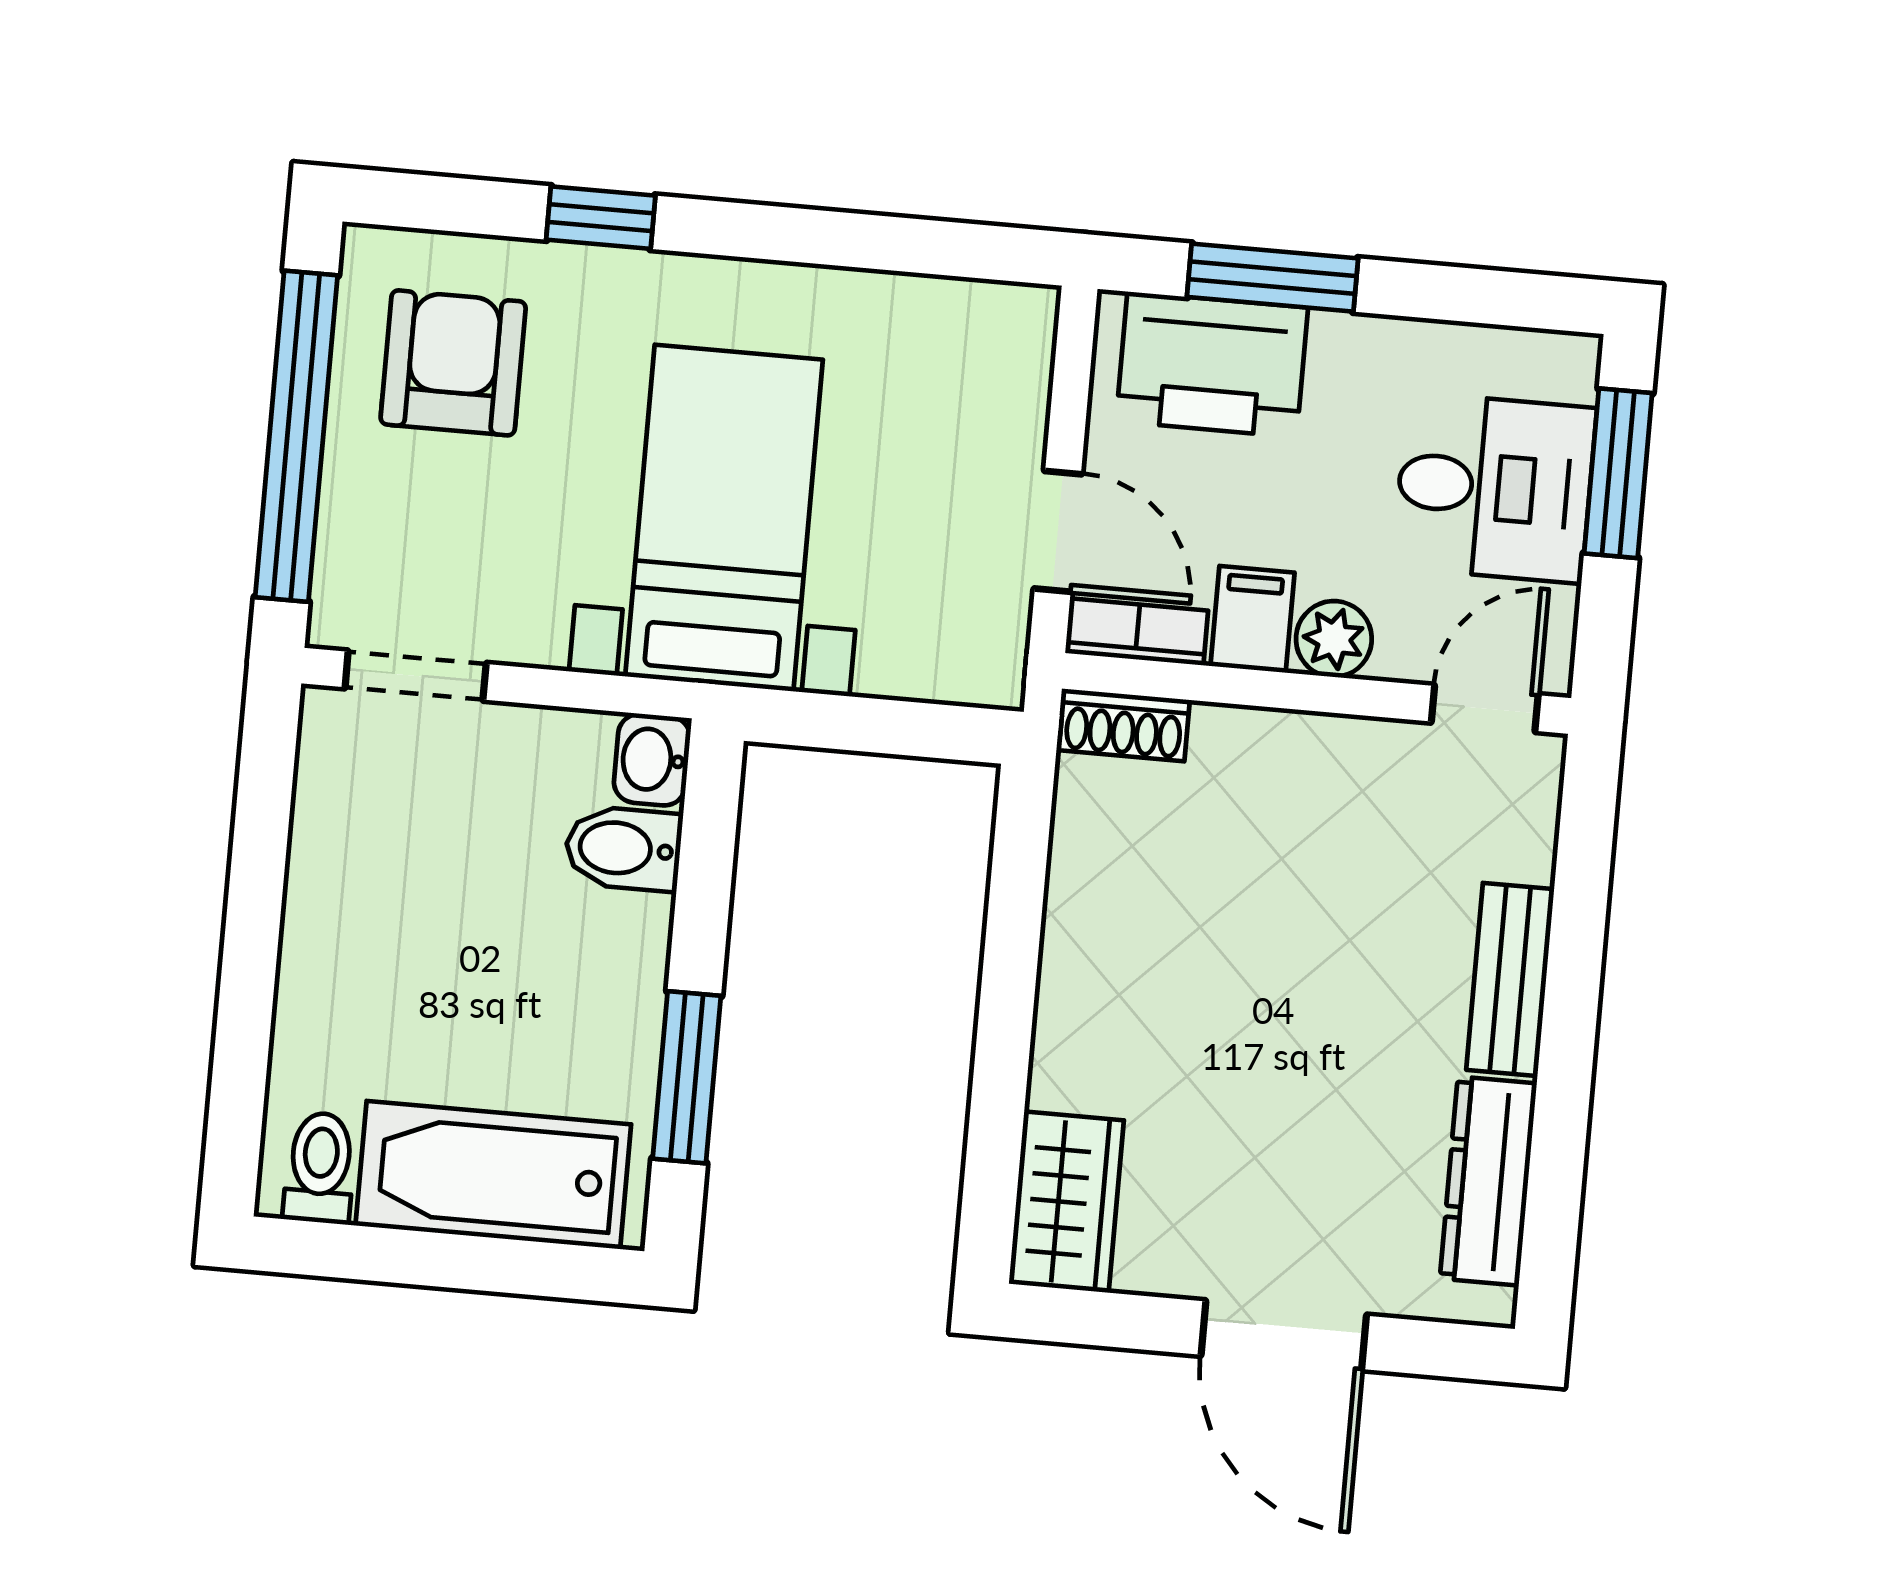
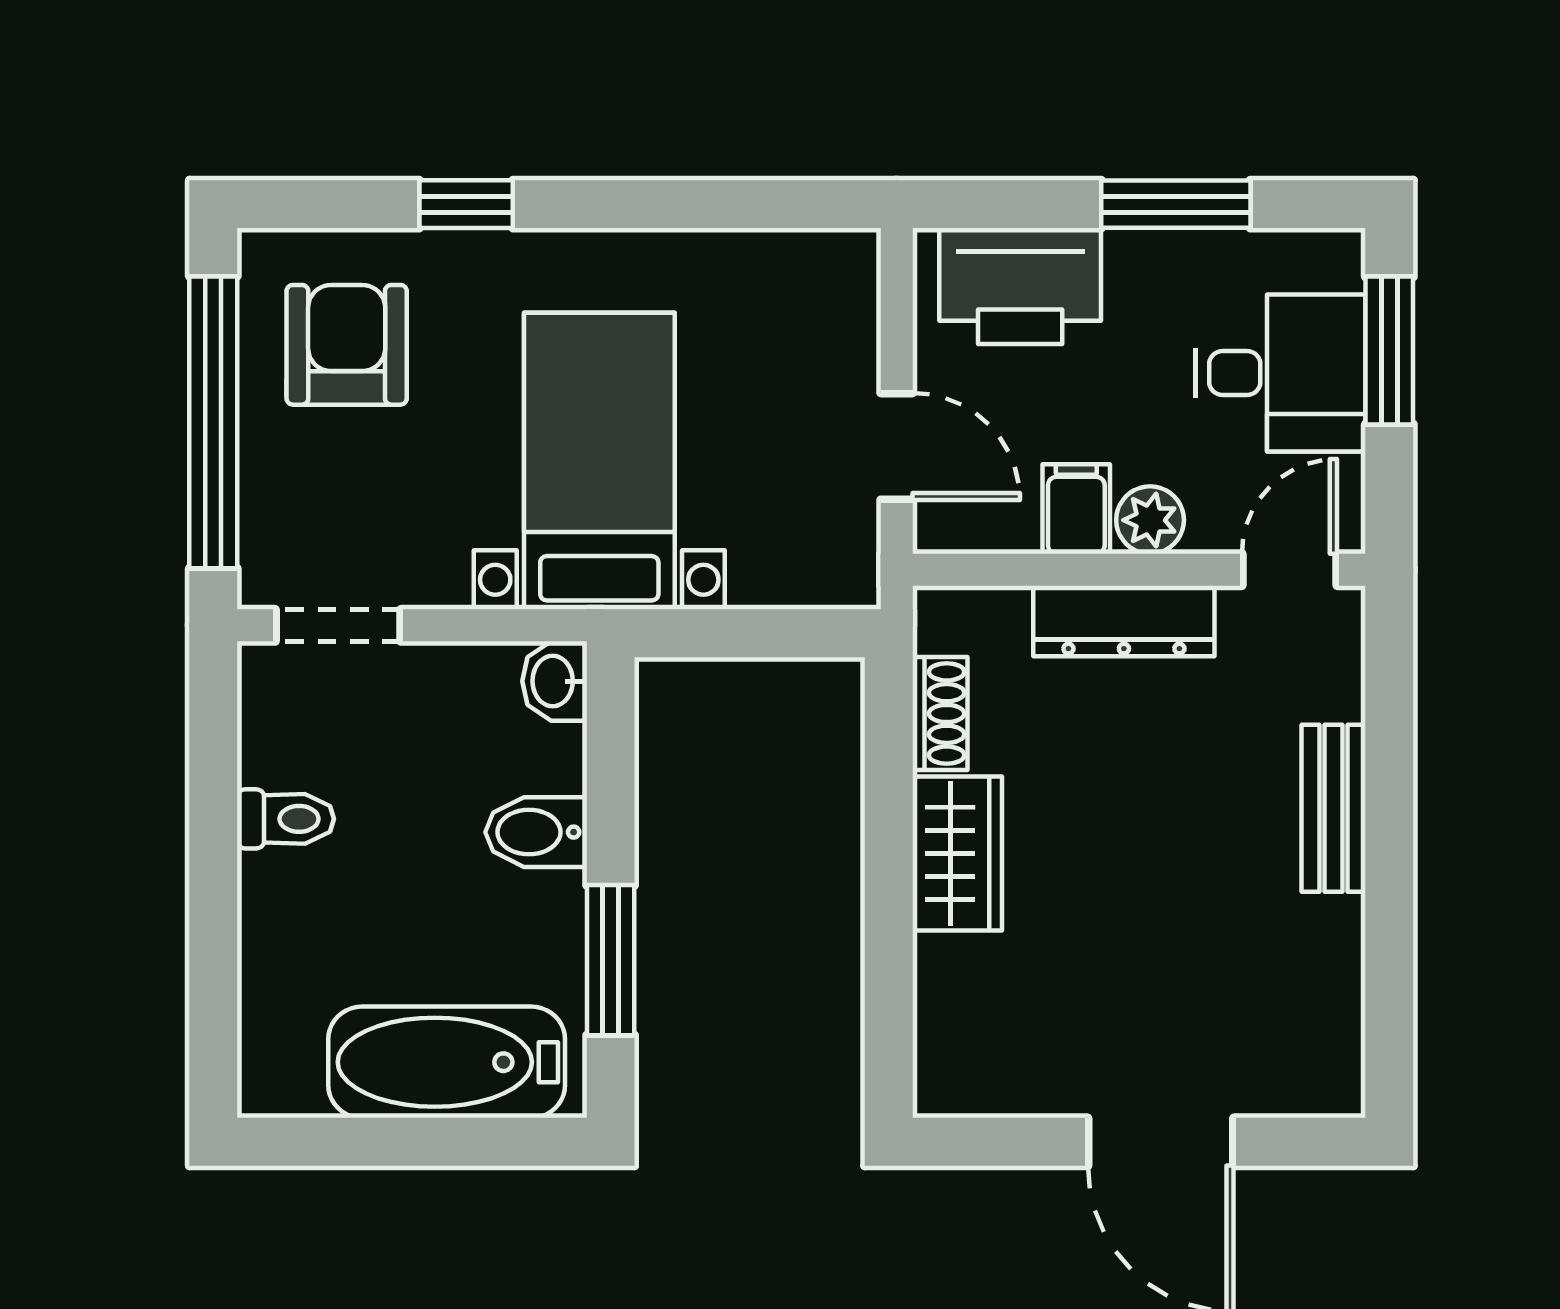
window: (1273, 278) -> (1176, 204), moved
bookcase: (1137, 632) -> (975, 529), removed
shoe rack: (1124, 725) -> (940, 713), moved, turned -90
bidet: (623, 848) -> (536, 832), moved
toilet: (320, 1168) -> (285, 819), moved, turned 90
dresser: (1488, 1181) -> (1124, 621), moved, turned -90
wardrobe: (1066, 1202) -> (957, 853), moved

